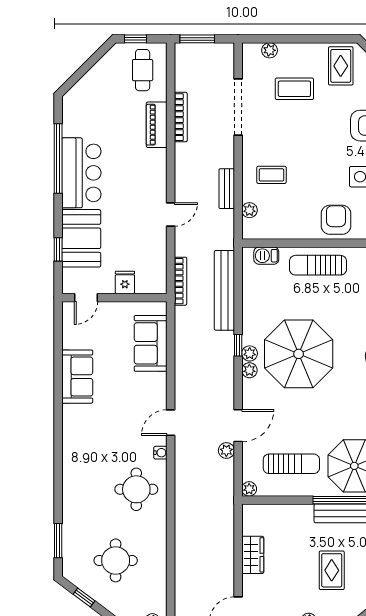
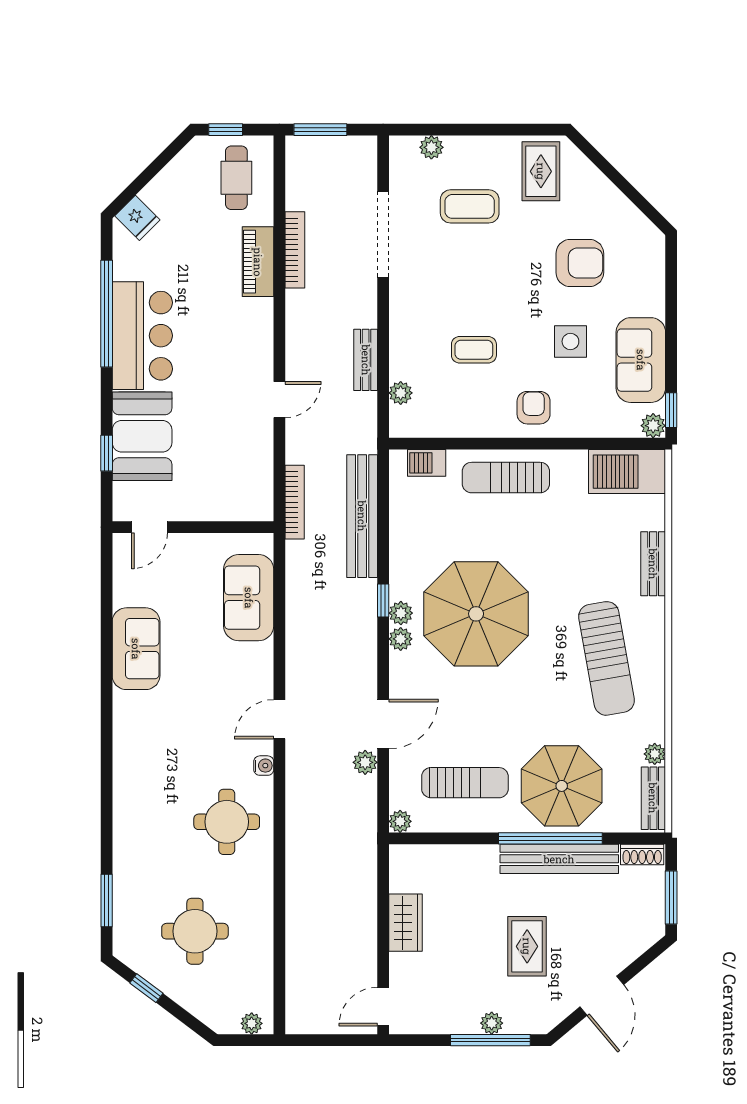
coffee table: (271, 175) -> (474, 350), moved
armchair: (336, 220) -> (534, 408), width x0.72, depth x0.72
fridge: (125, 282) -> (137, 218), moved, turned 135

